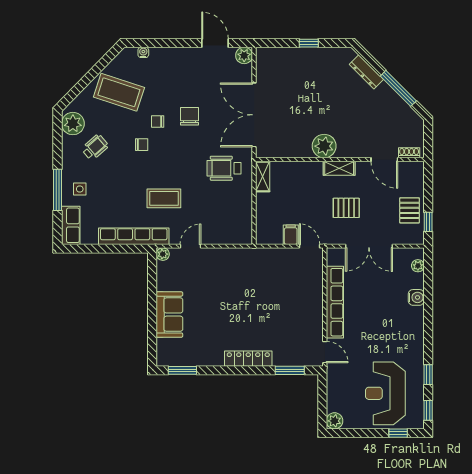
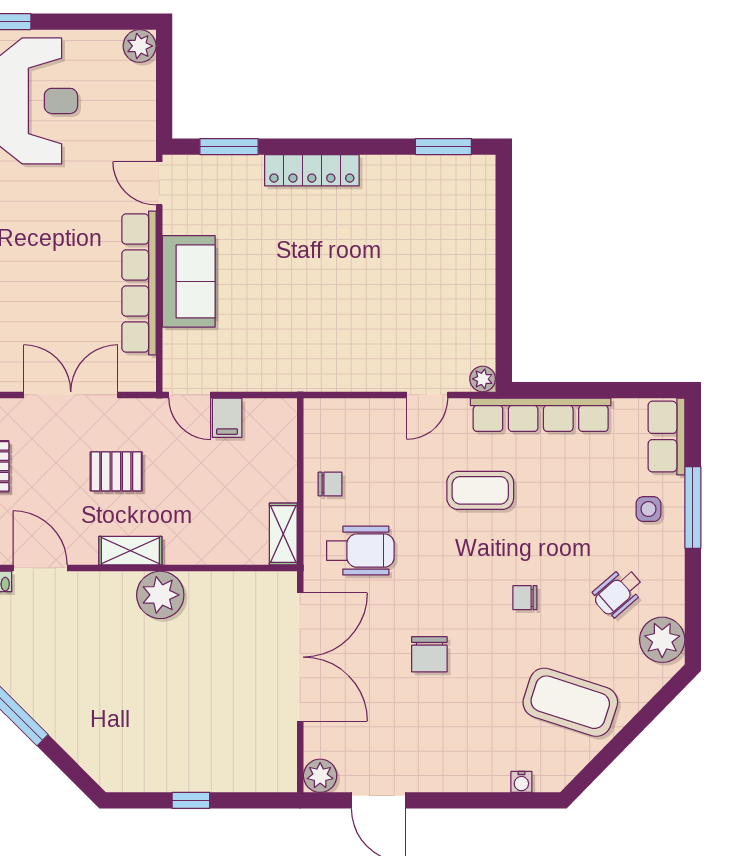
dresser: (366, 72) -> (76, 743), removed
chair: (158, 121) -> (330, 484), moved
sofa: (169, 315) -> (189, 281), moved, turned 180

